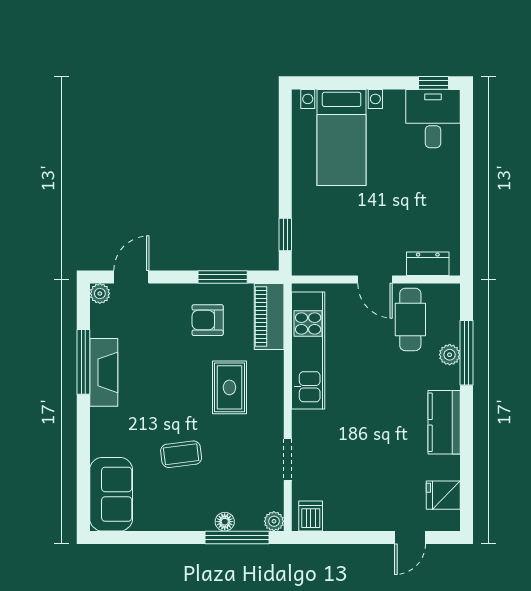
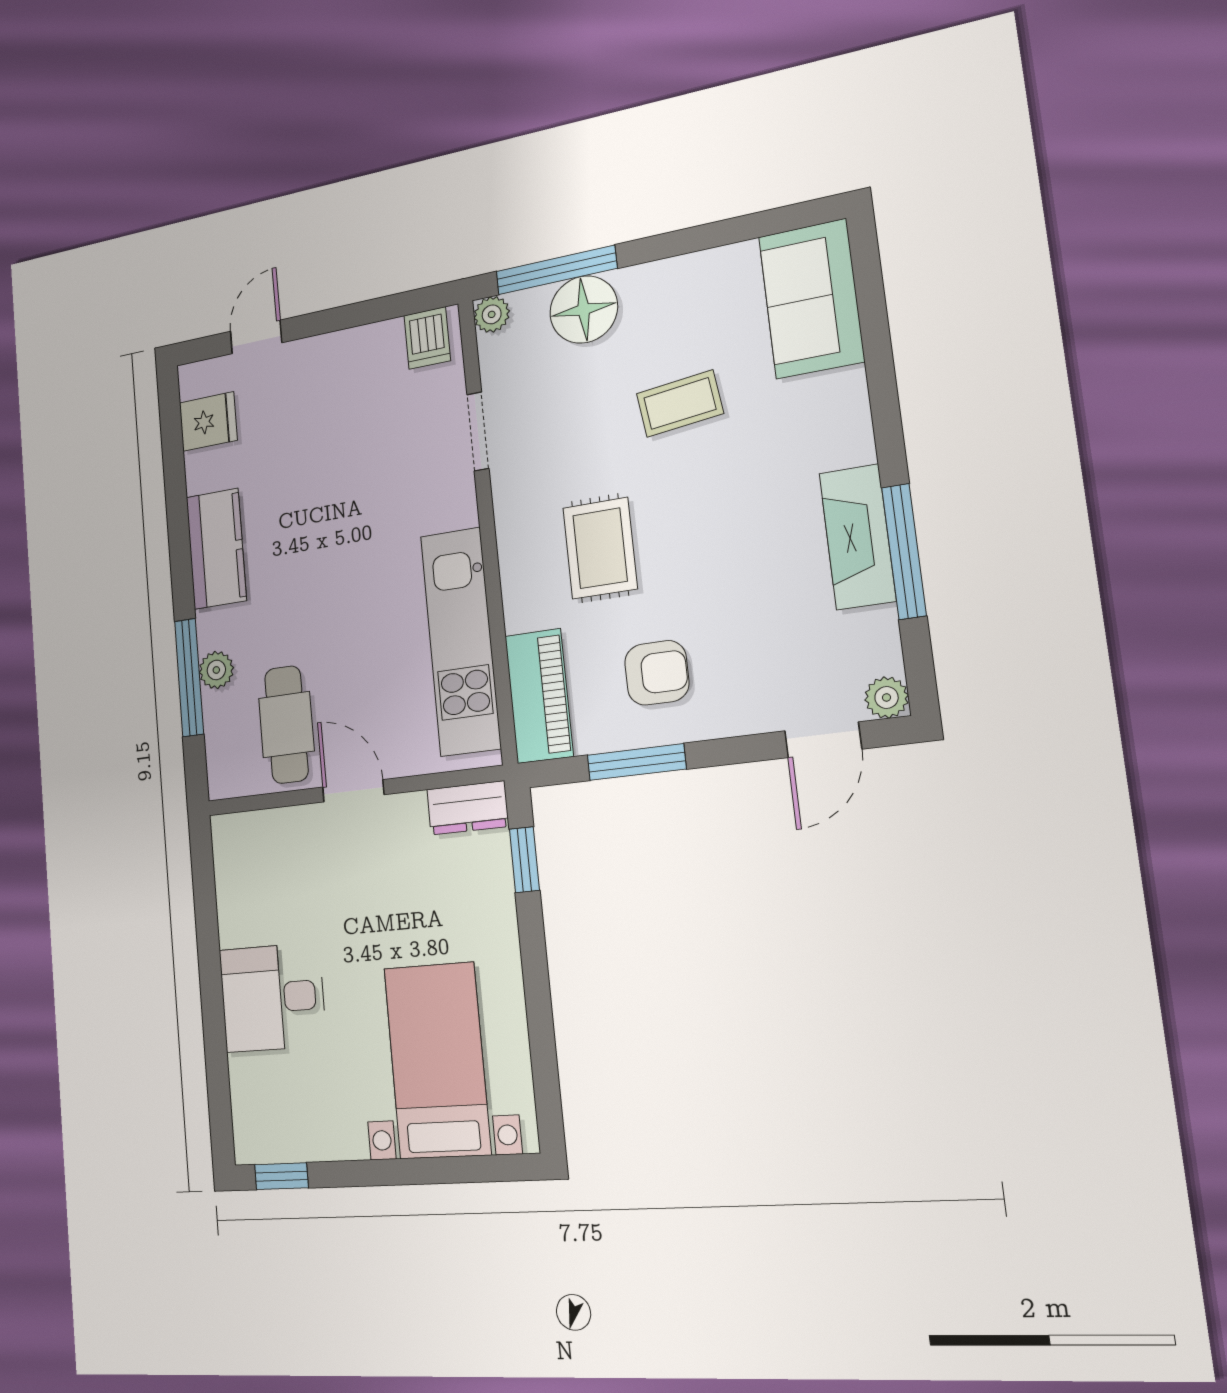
desk: (433, 119) -> (273, 998), moved, turned 90
dresser: (428, 264) -> (468, 808), moved
floor lamp: (225, 522) -> (584, 309), width x1.89, depth x1.89

